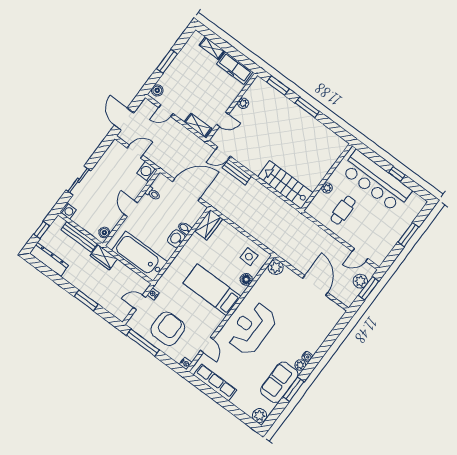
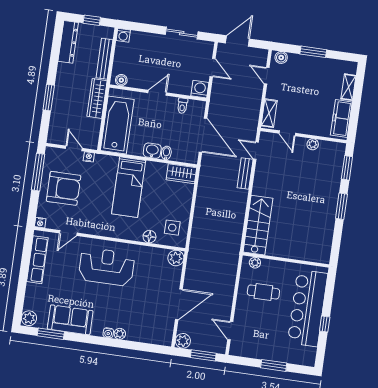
sliding door: (79, 180) -> (182, 33), moved
plant: (327, 188) -> (255, 263), moved
wardrobe: (104, 257) -> (97, 99), width x1.50
plant: (360, 281) -> (183, 341), moved
bed: (212, 290) -> (129, 187), moved, turned 180
plant: (300, 365) -> (120, 334), moved
window: (294, 389) -> (51, 334), moved

